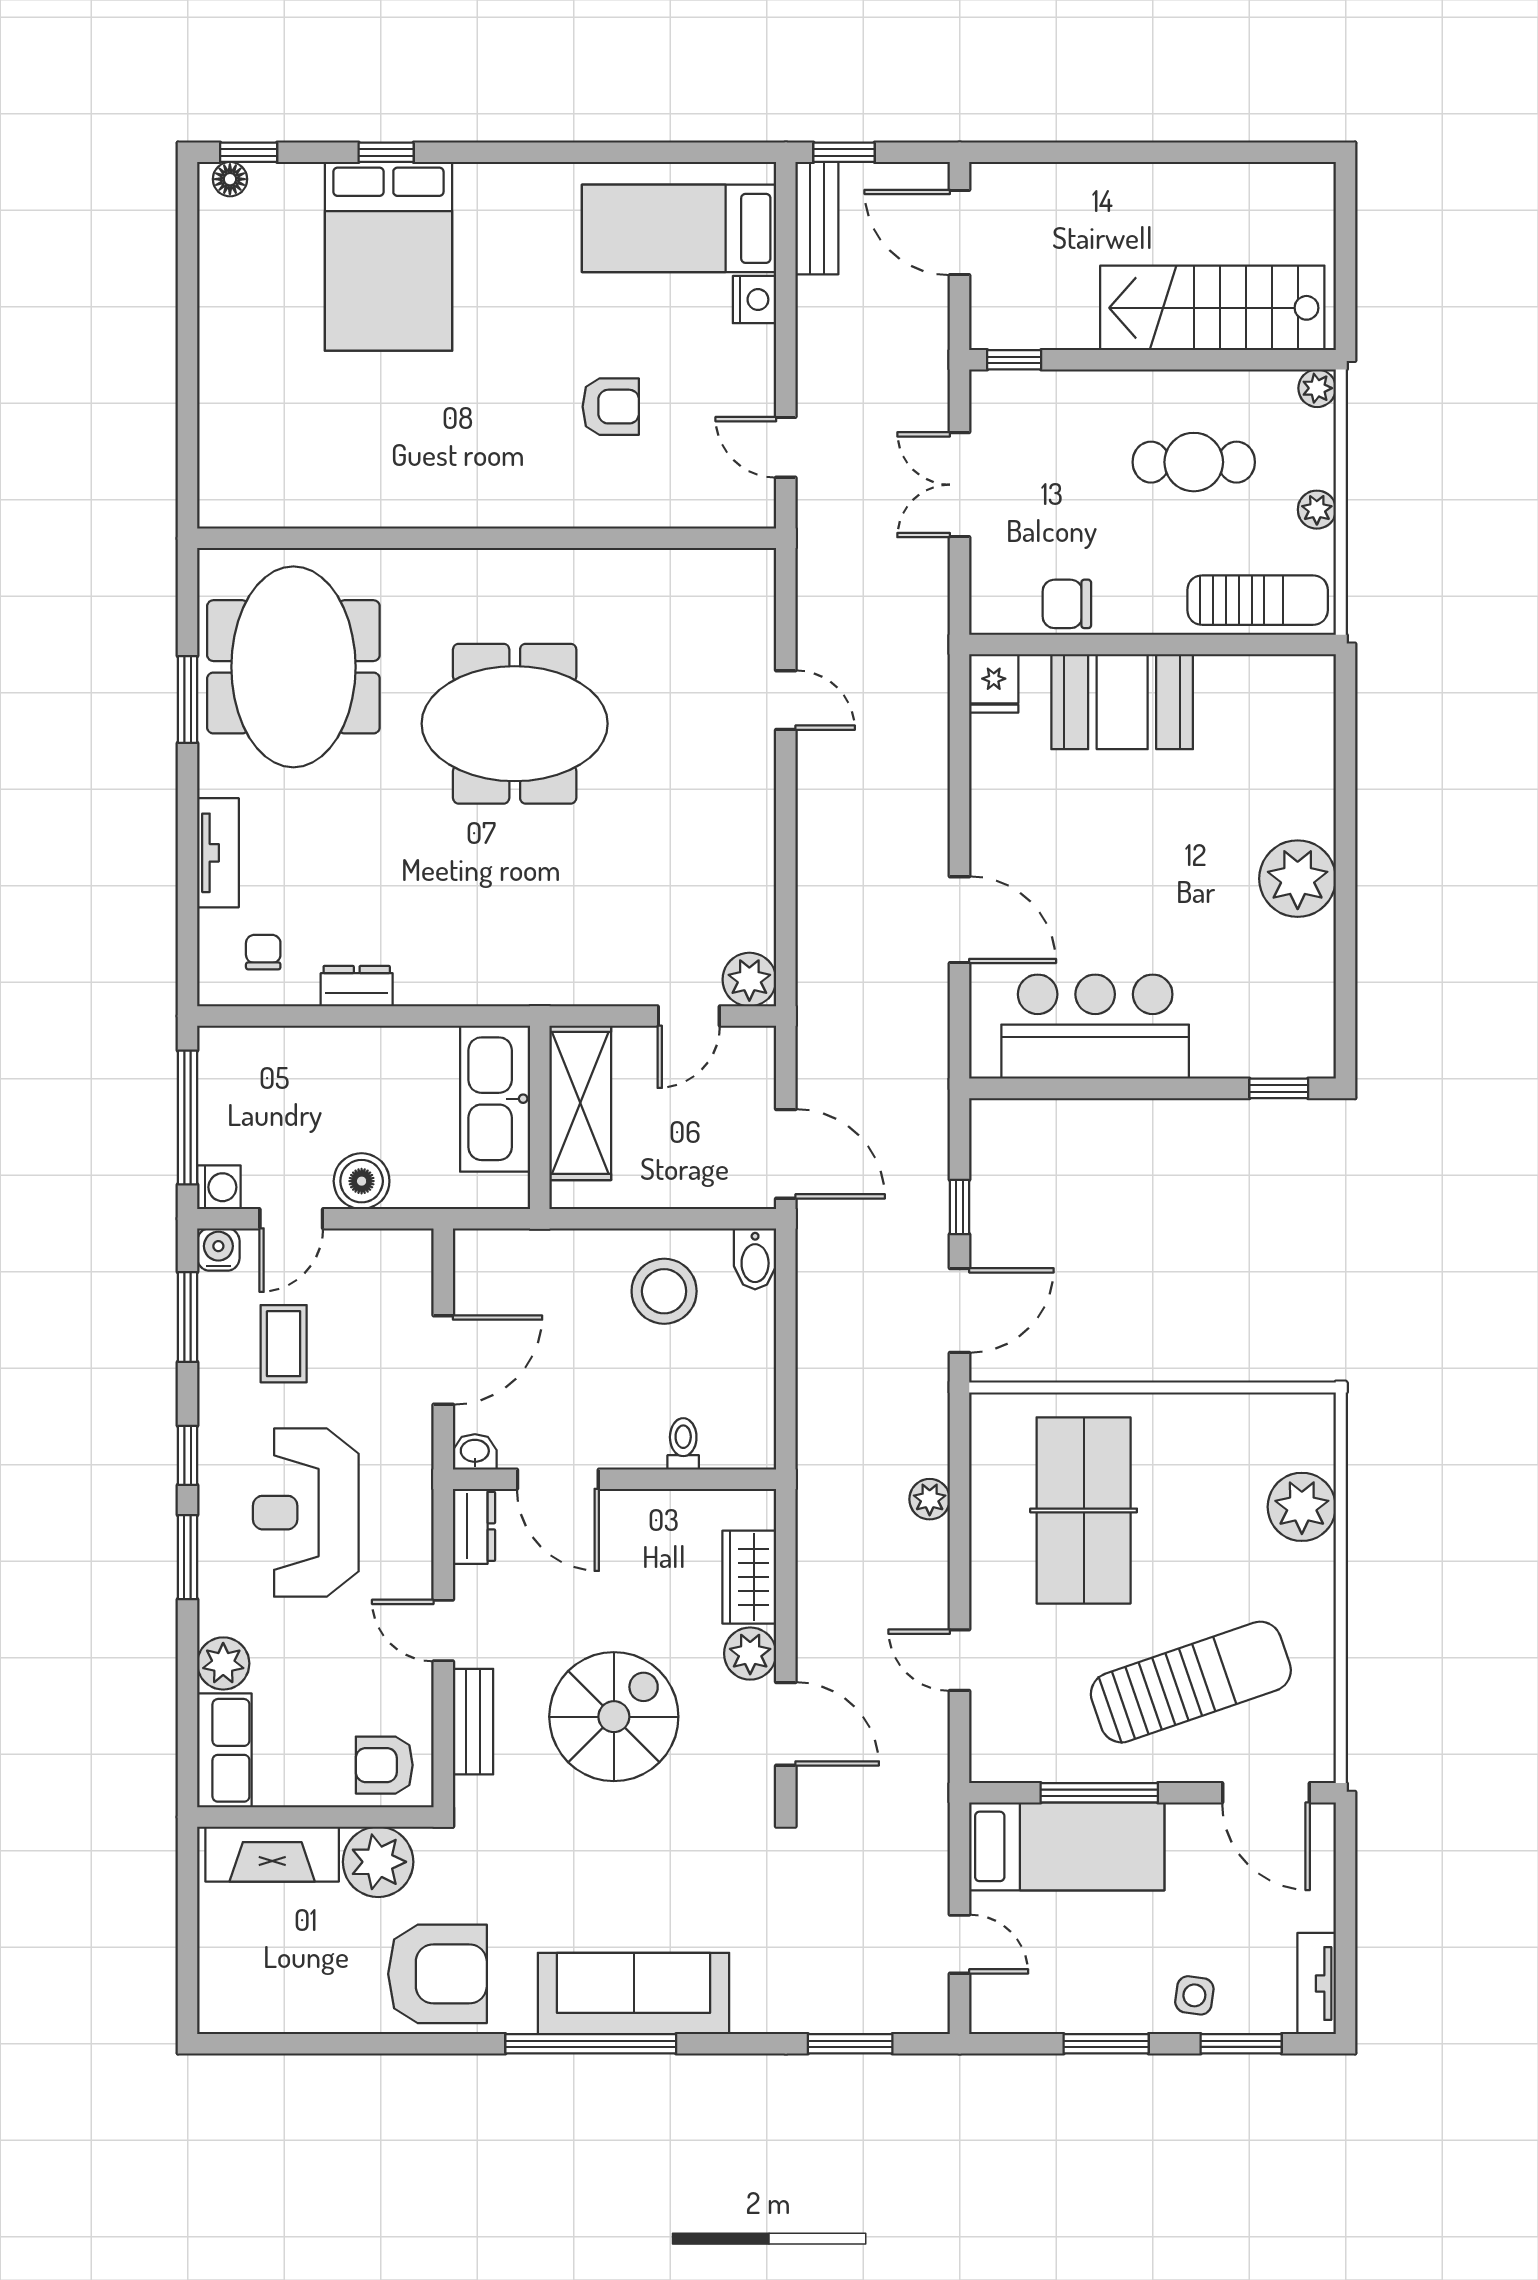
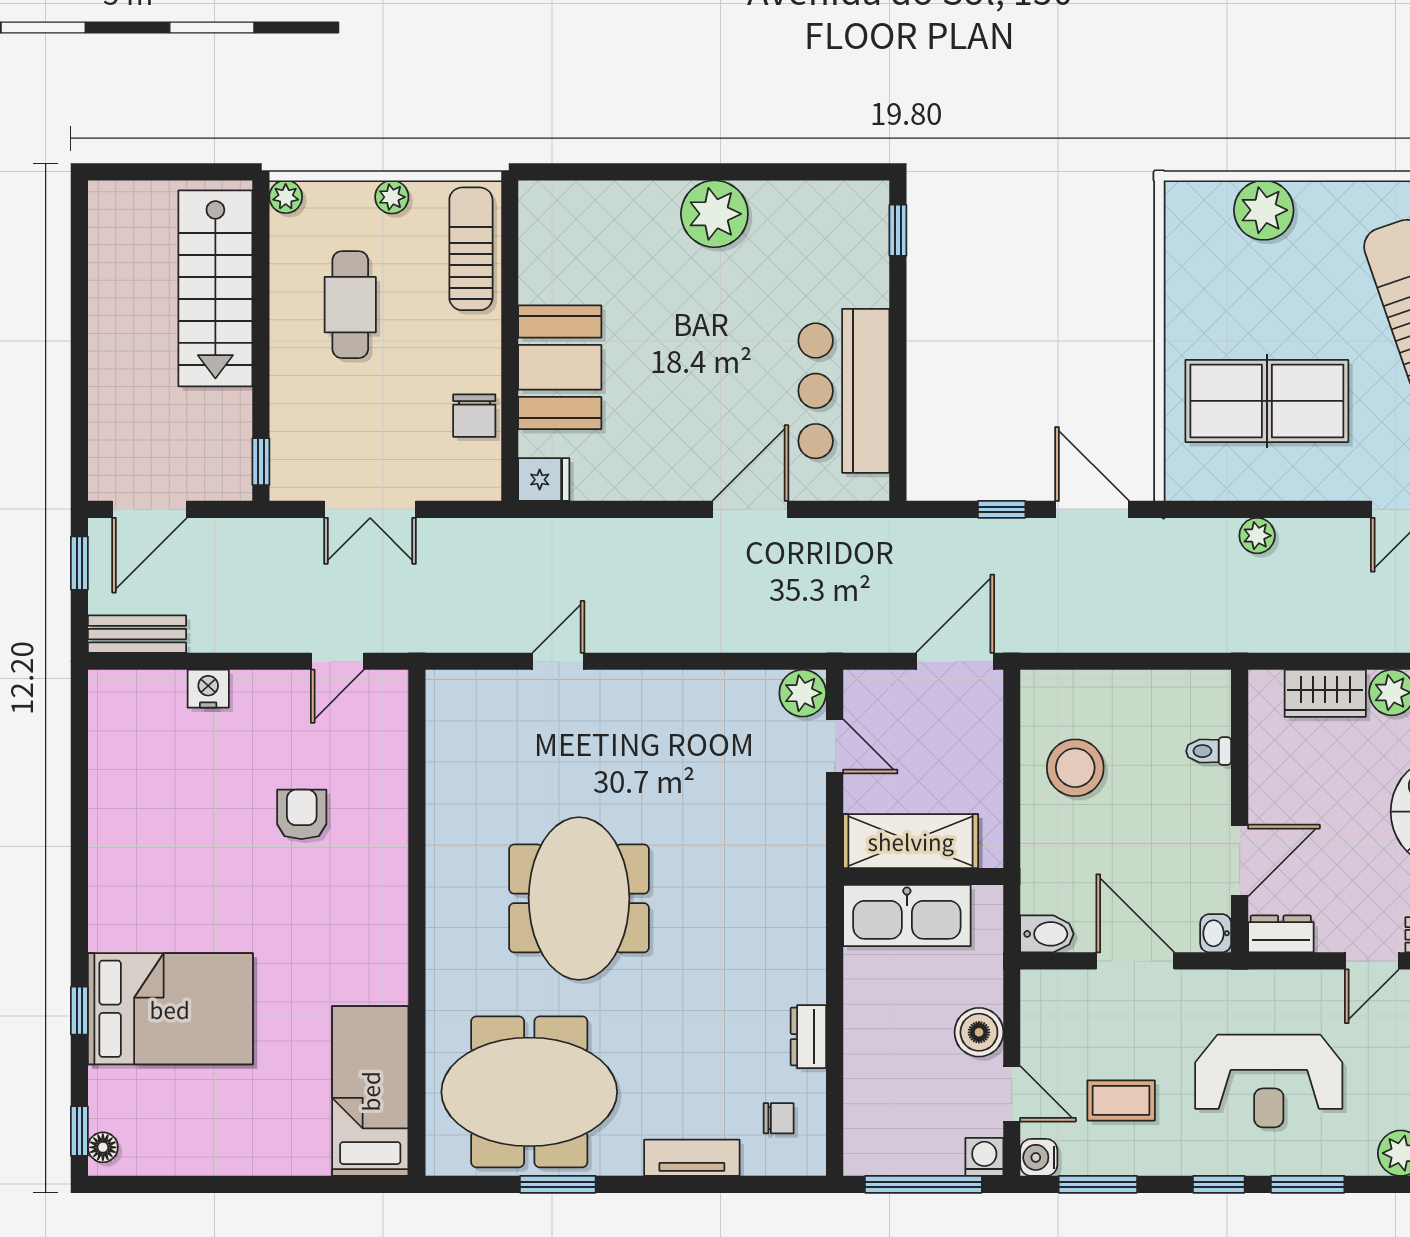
window: (844, 152) -> (79, 563), moved
bed: (679, 228) -> (370, 1091), moved, turned 180
chair: (263, 952) -> (779, 1118), turned 180
bidet: (755, 1259) -> (1047, 934), moved

